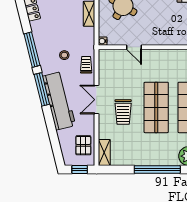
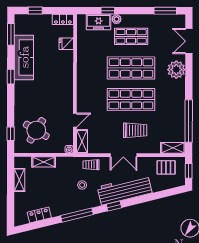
shelving: (111, 55) -> (82, 141), added
window: (42, 89) -> (114, 206), width x0.46
window: (157, 169) -> (189, 121), moved

